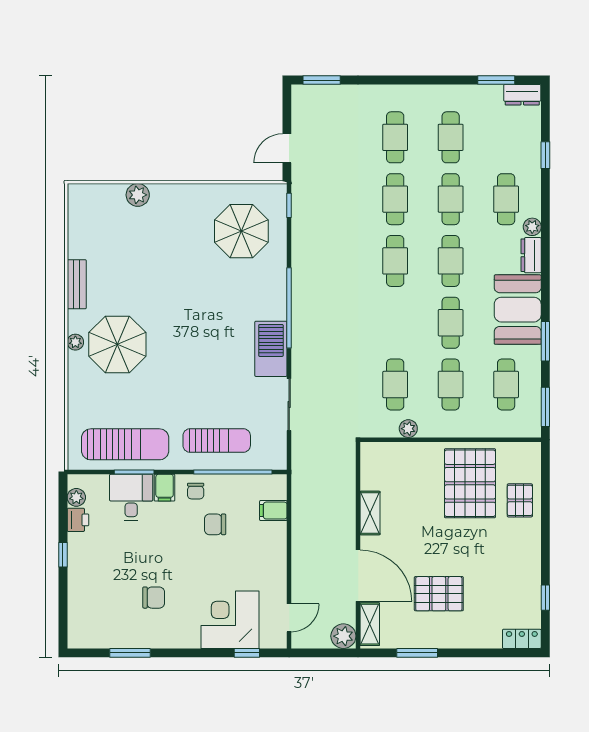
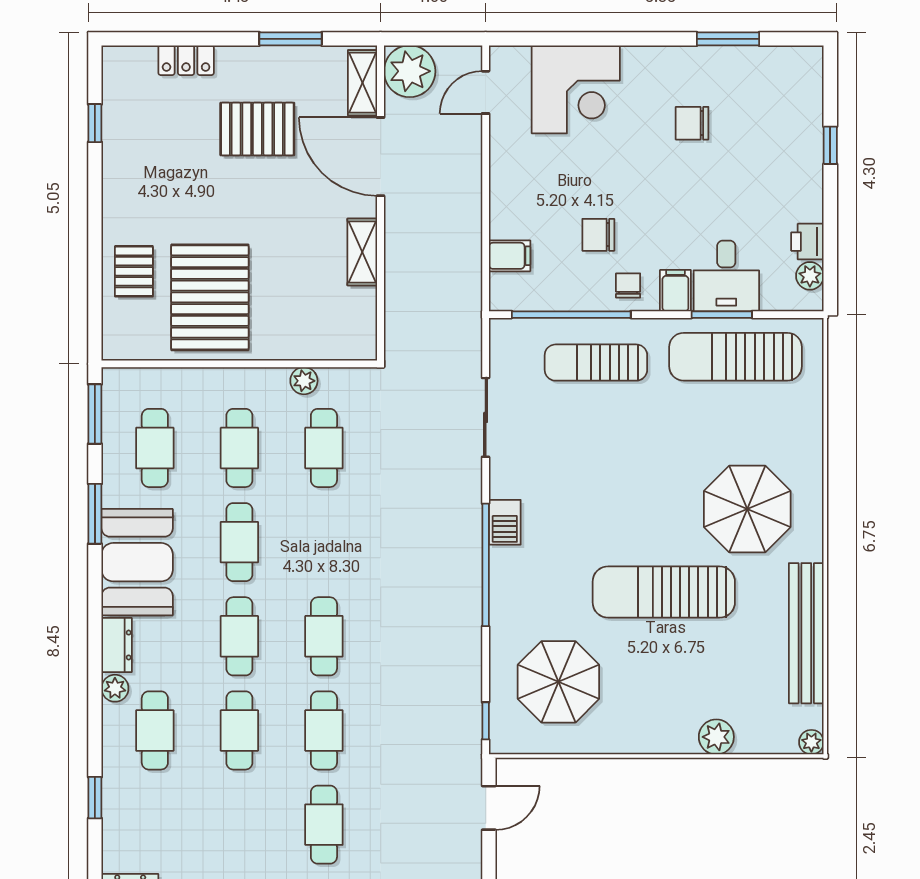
cafe table: (451, 137) -> (239, 825), removed
bench: (77, 284) -> (806, 633), width x1.86, depth x1.21
sun lounger: (172, 290) -> (664, 592), added
plant: (75, 342) -> (811, 742), moved
barbecue: (271, 349) -> (505, 522), width x0.53, depth x0.65
chair: (215, 524) -> (598, 235), turned 180
window: (63, 555) -> (830, 145), moved
plant: (343, 636) -> (410, 71), width x1.36, depth x1.36
locker: (522, 639) -> (186, 60), moved
window: (247, 653) -> (550, 39), removed

